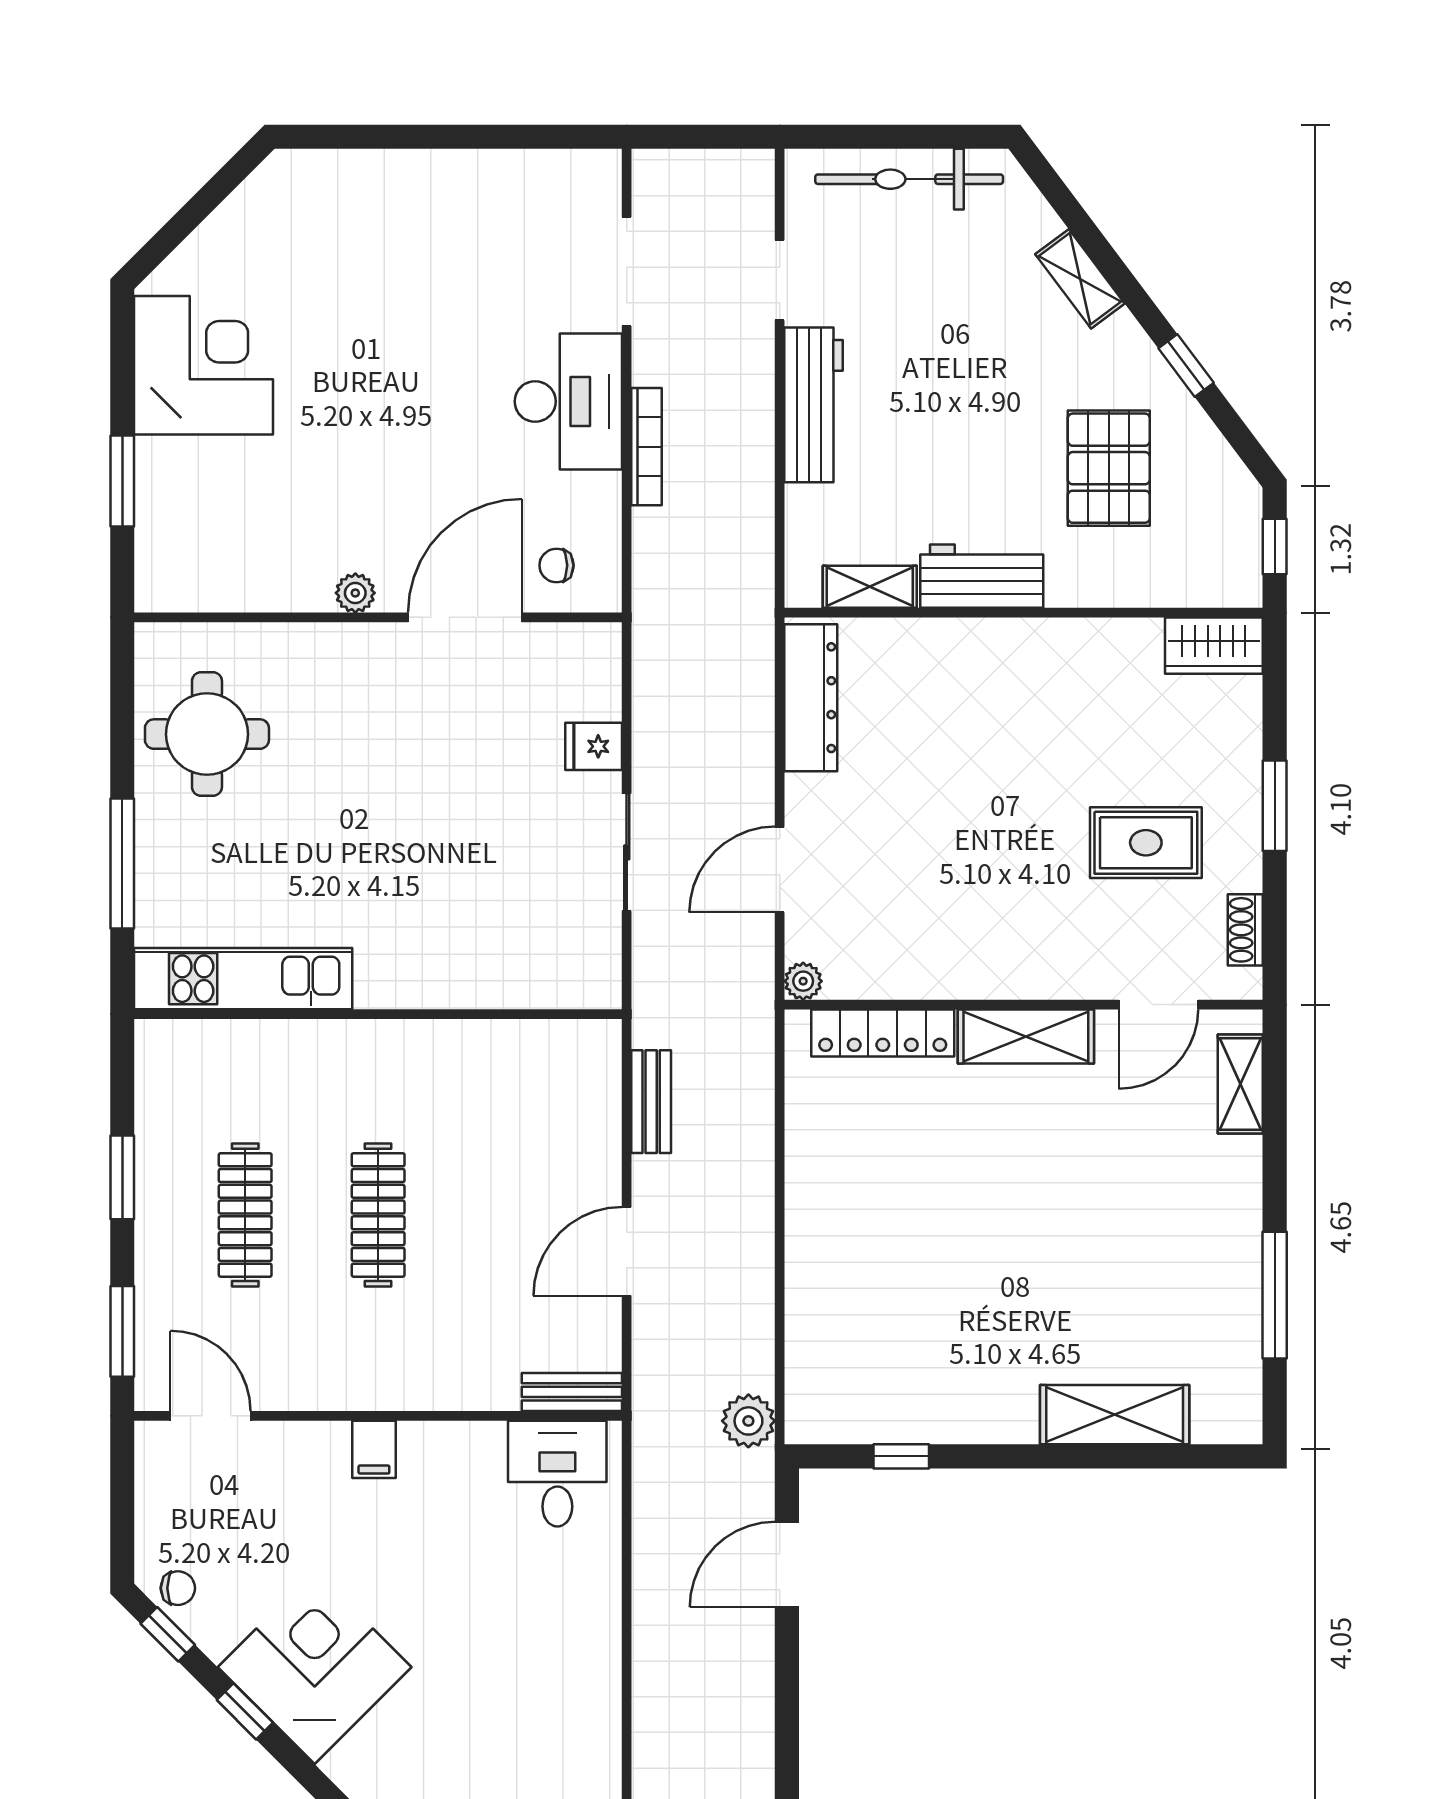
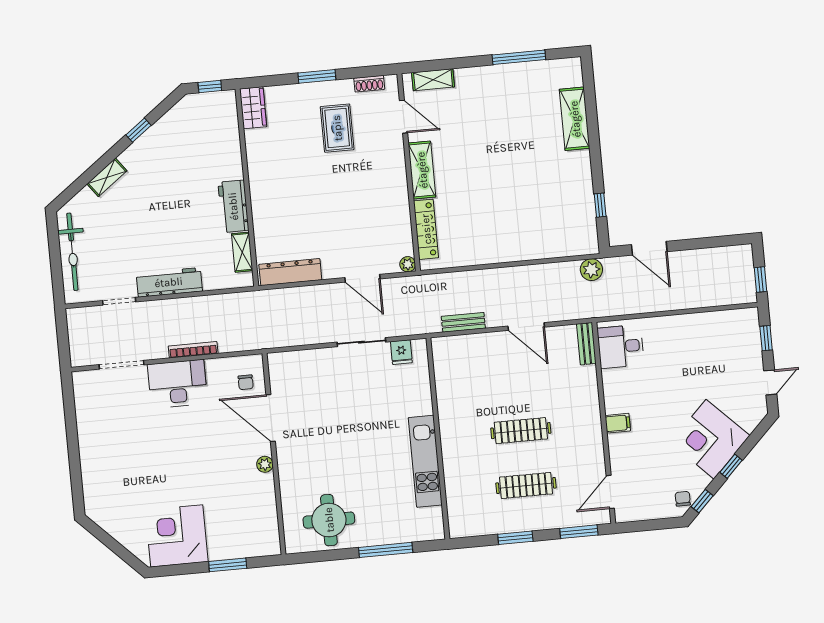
pallet: (1109, 468) -> (184, 158), removed
fridge: (594, 746) -> (401, 352), moved
kitchen unit: (243, 979) -> (425, 461), moved

